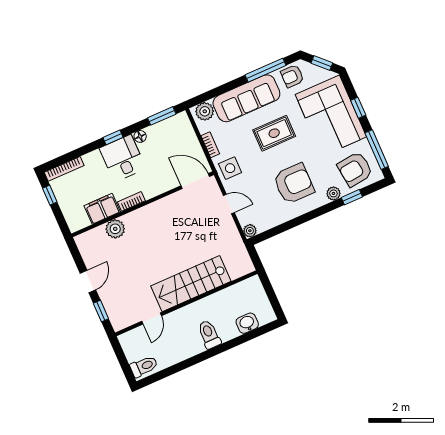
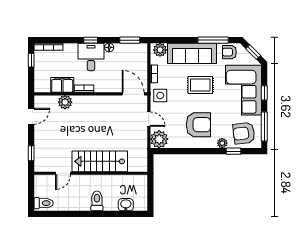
plant: (250, 231) -> (159, 139), width x1.87, depth x1.87
door: (88, 282) -> (31, 116), moved

